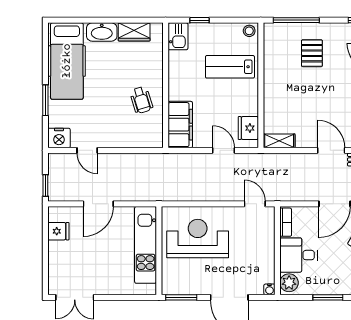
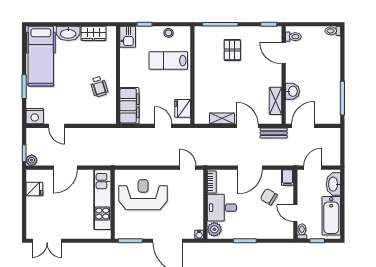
stool: (249, 31) -> (169, 33), moved
shelving: (279, 141) -> (222, 118), moved
plant: (55, 194) -> (32, 160), added

